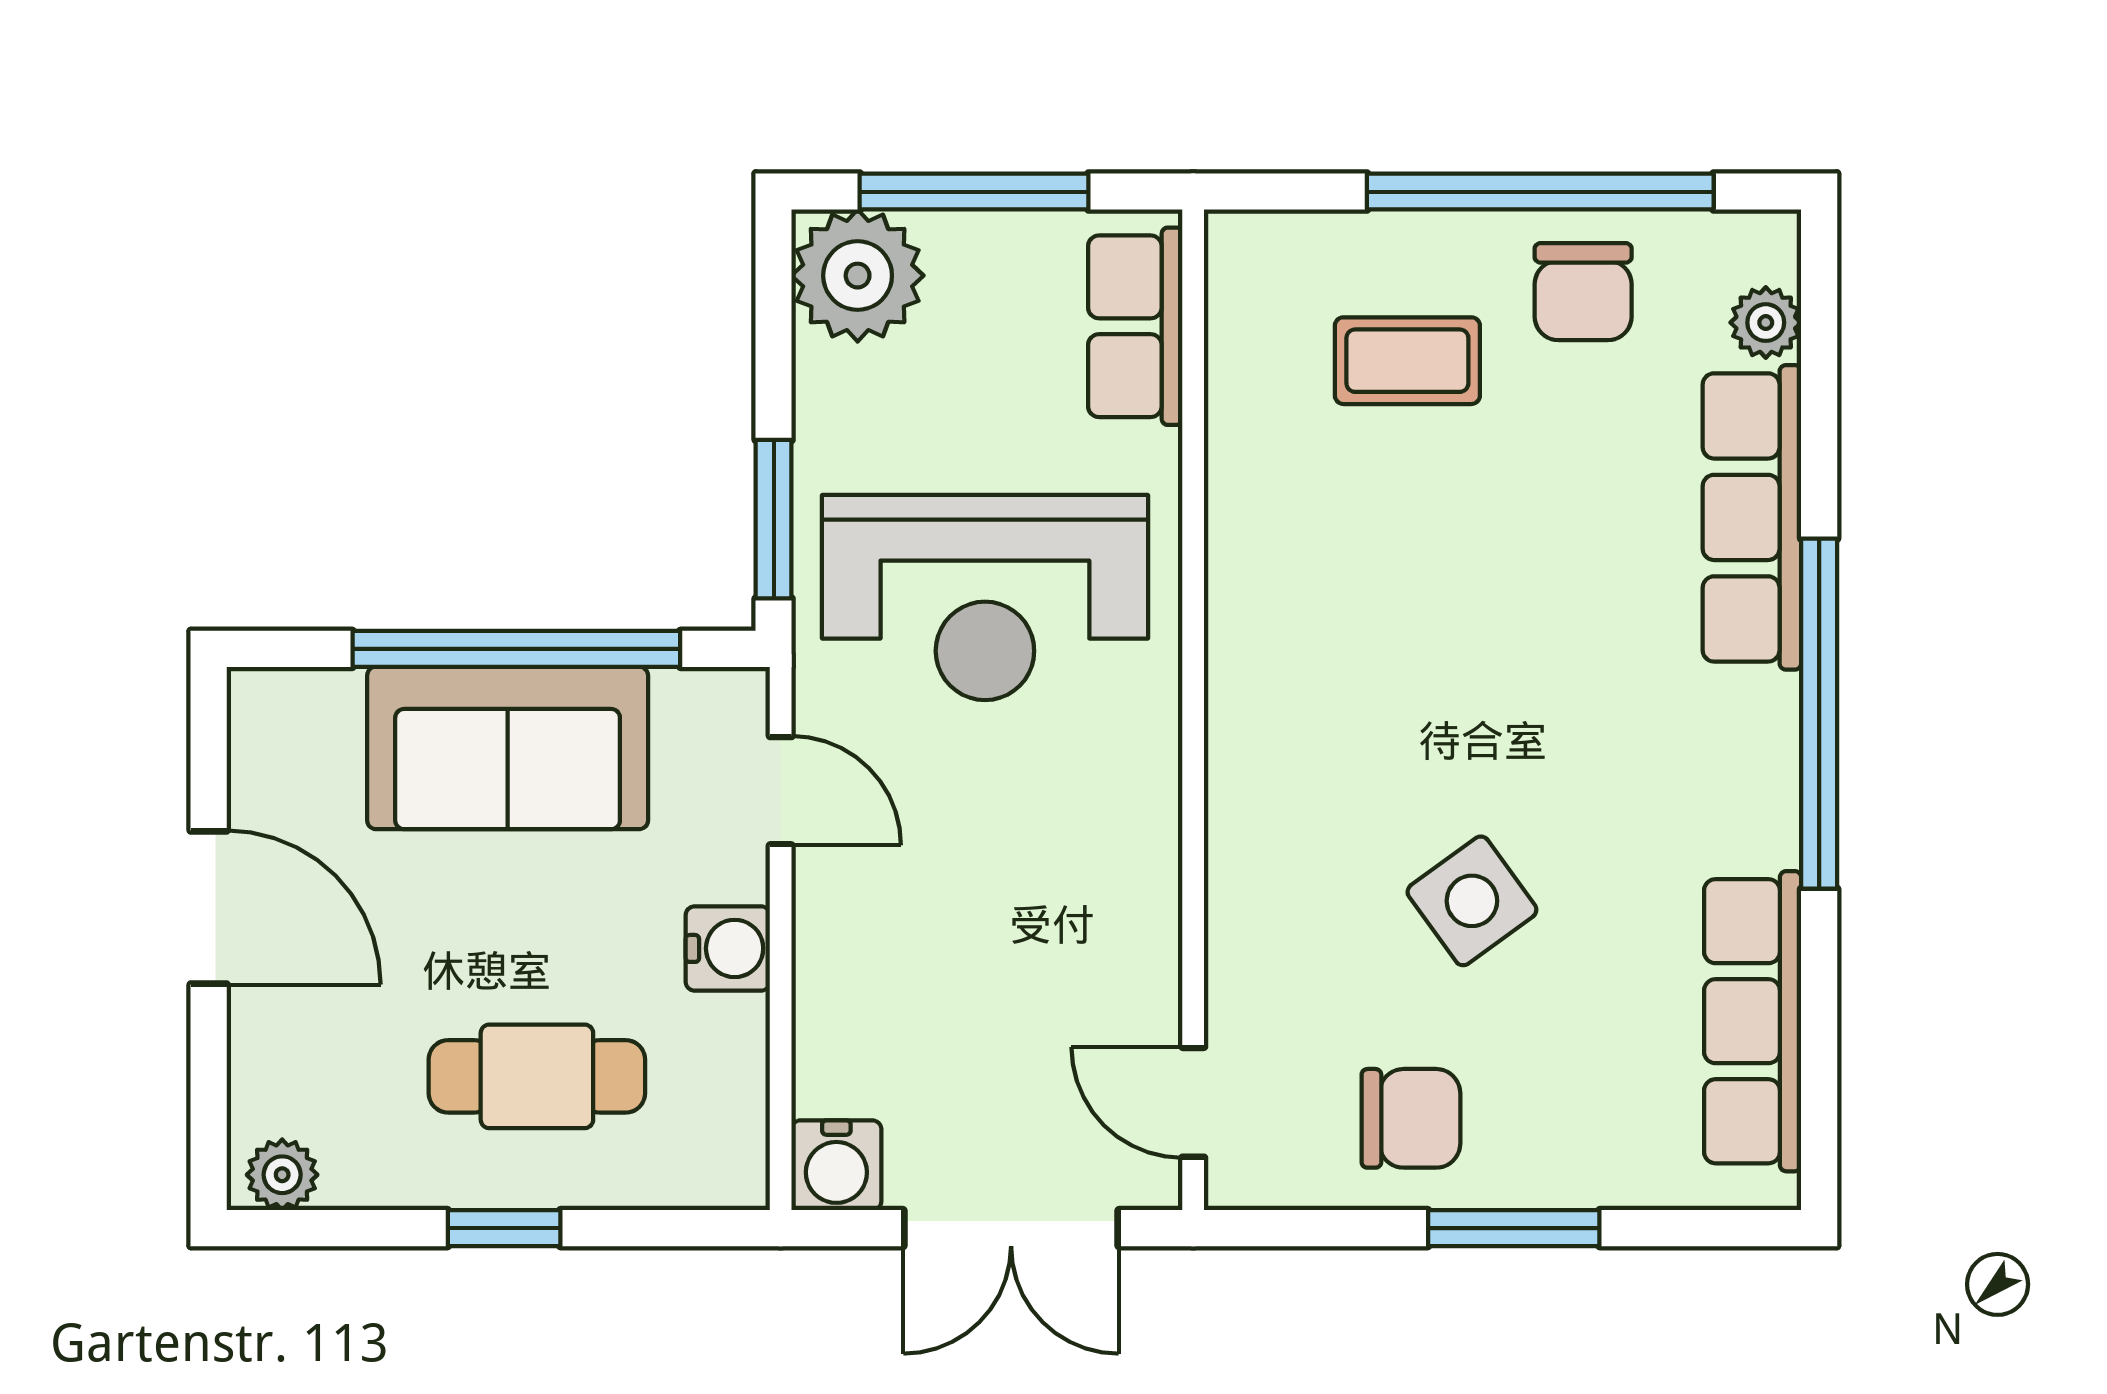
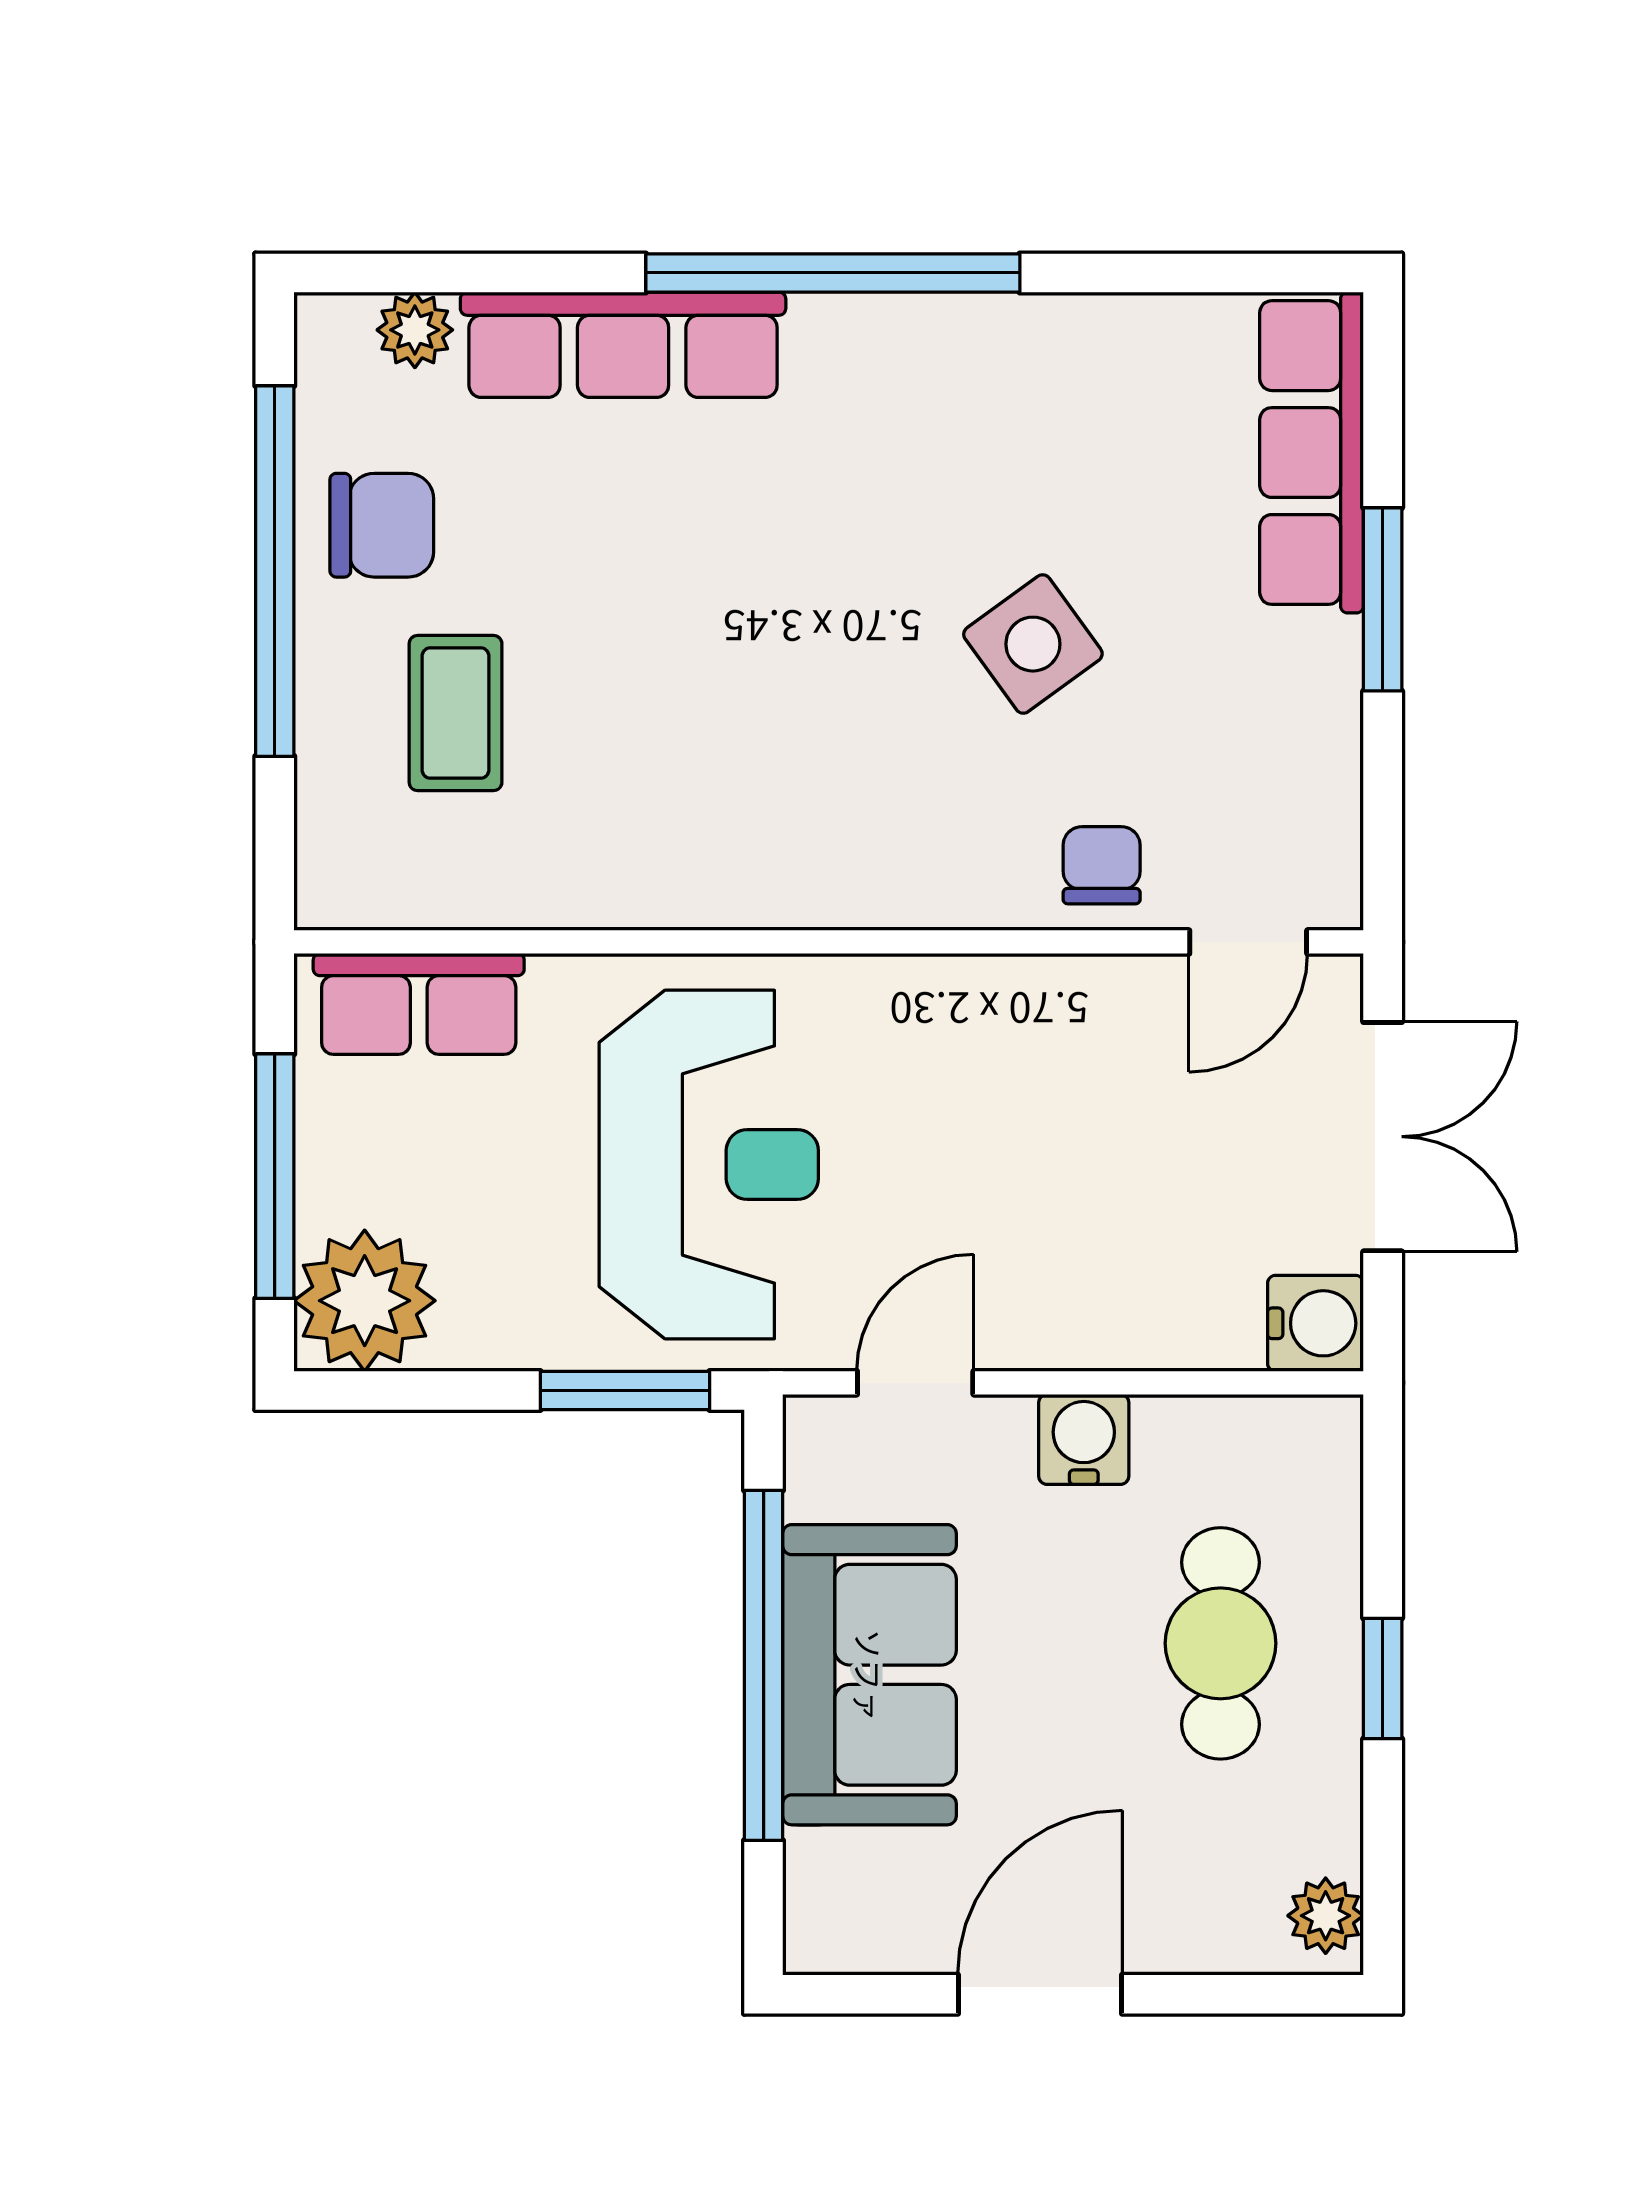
row of seats: (1753, 1021) -> (1312, 453), moved, turned 90
chair: (1411, 1118) -> (1102, 865), moved, width x0.73, depth x0.73

